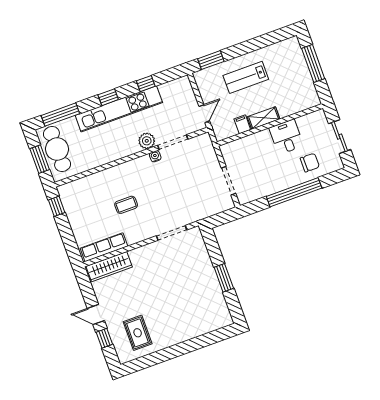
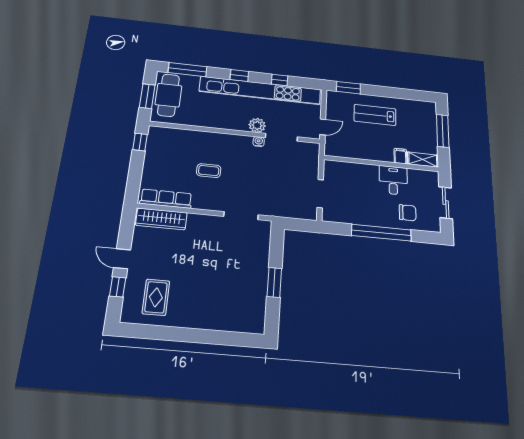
kitchen unit: (119, 109) -> (260, 90), width x1.36
shelving: (264, 118) -> (423, 160), moved
filing cabinet: (242, 124) -> (400, 156), moved

